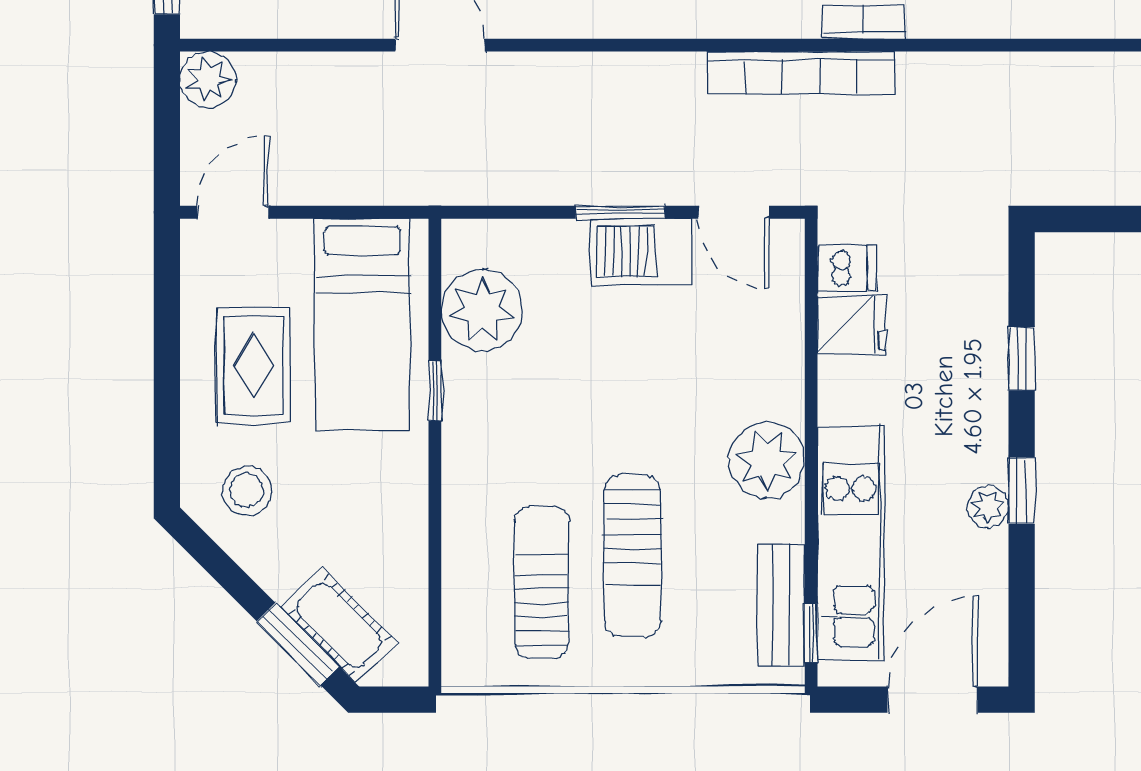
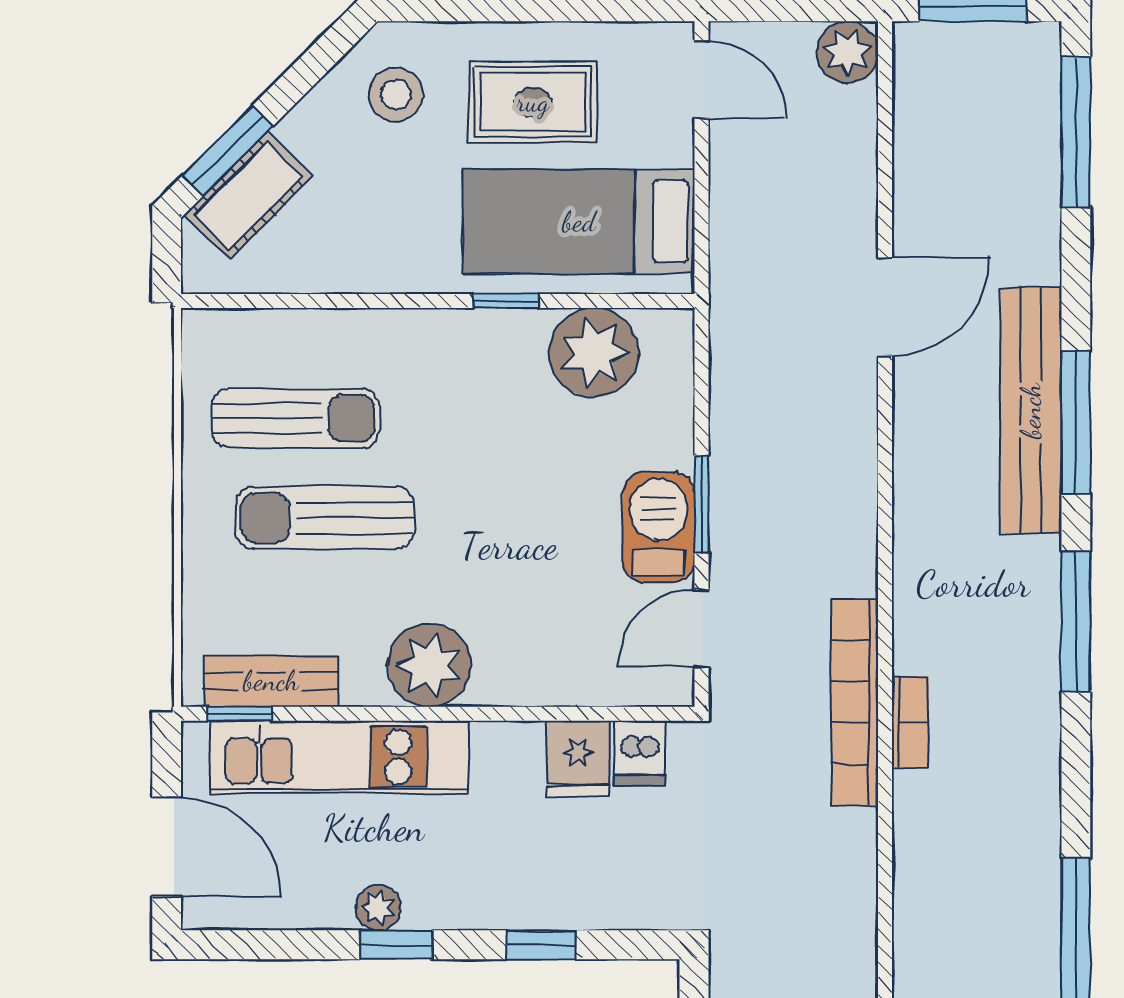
bookcase: (863, 22) -> (910, 722), moved

